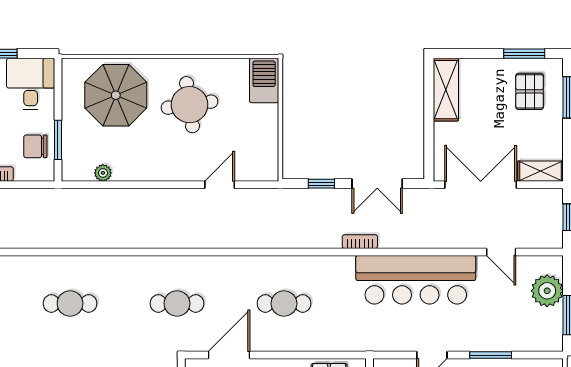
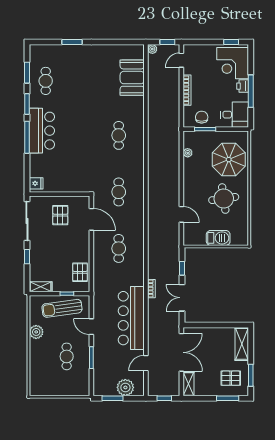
barbecue: (264, 80) -> (218, 238), moved
shelving: (446, 90) -> (242, 344), moved, turned 90

